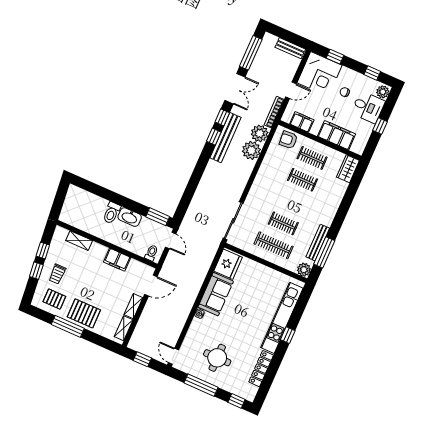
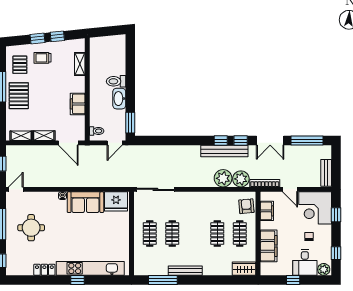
bench: (318, 243) -> (185, 271), moved
clothes rail: (274, 245) -> (150, 234), width x0.73
plant: (304, 270) -> (140, 269), removed
locker: (261, 369) -> (44, 270), width x0.66

